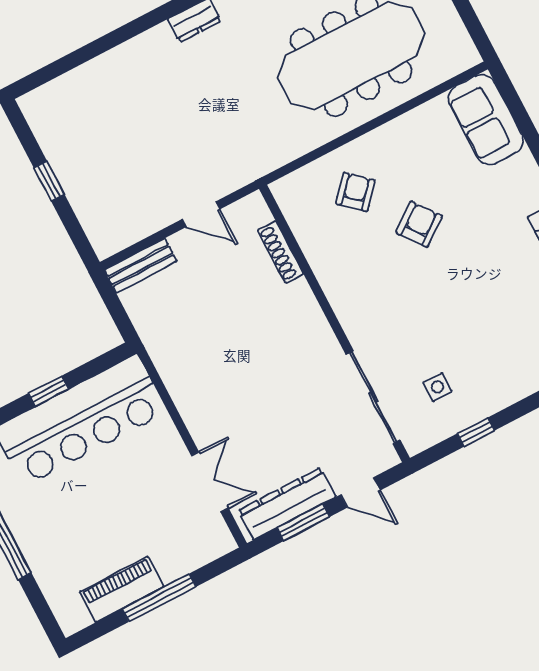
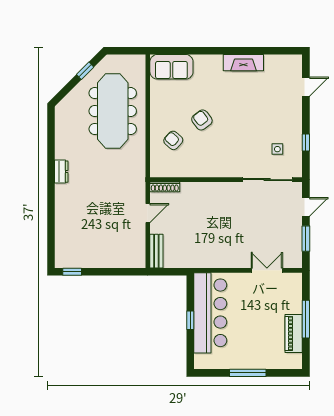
window: (49, 181) -> (72, 272), moved
shoe rack: (281, 252) -> (165, 187), moved
dresser: (287, 504) -> (294, 242), removed

